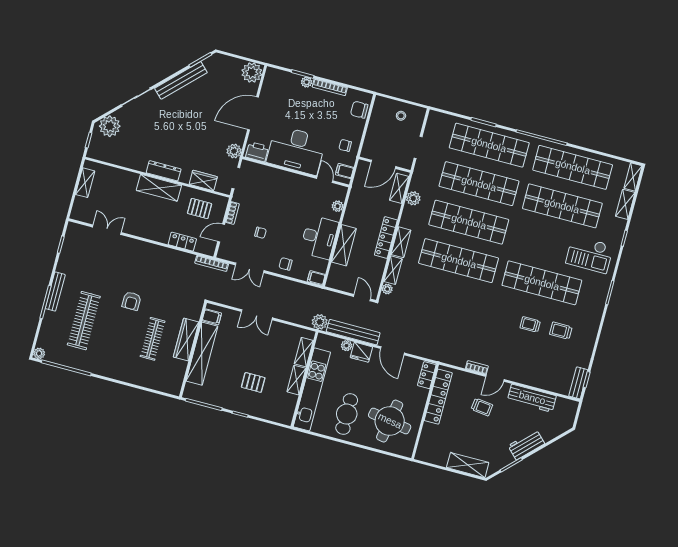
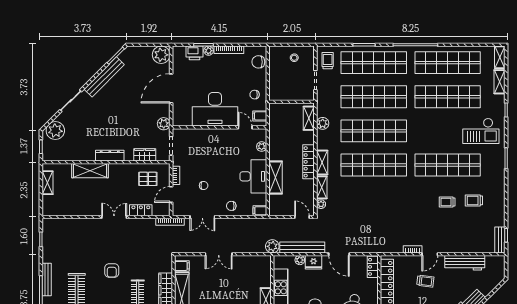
trolley: (438, 129) -> (328, 61), added
printer: (257, 152) -> (195, 53), moved, turned 180
door: (383, 164) -> (290, 102), removed
shelving: (159, 188) -> (90, 171), moved
double door: (107, 230) -> (114, 217), moved
shelving: (304, 352) -> (266, 275), removed

